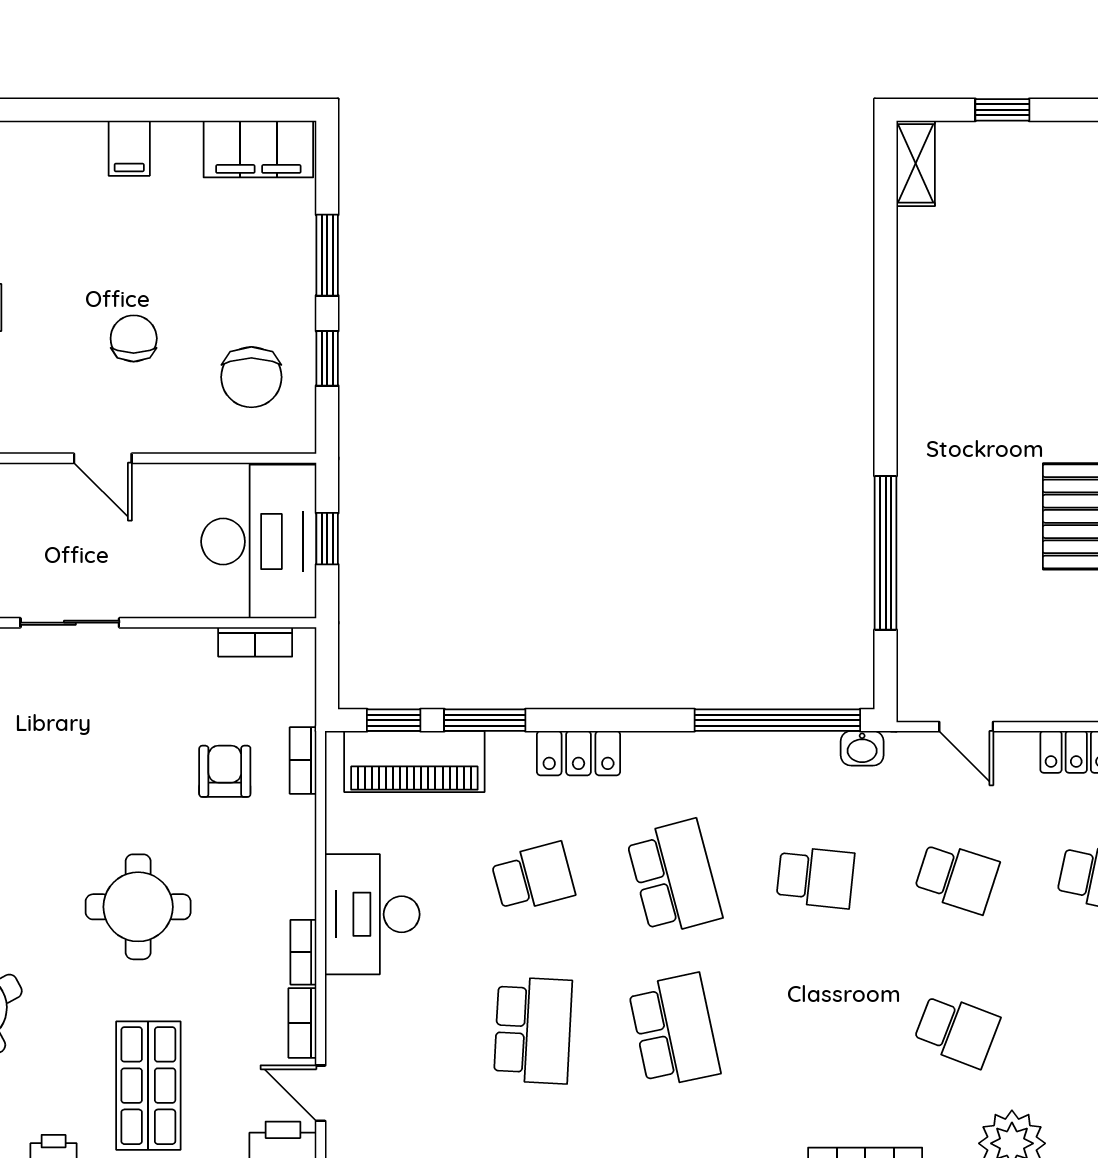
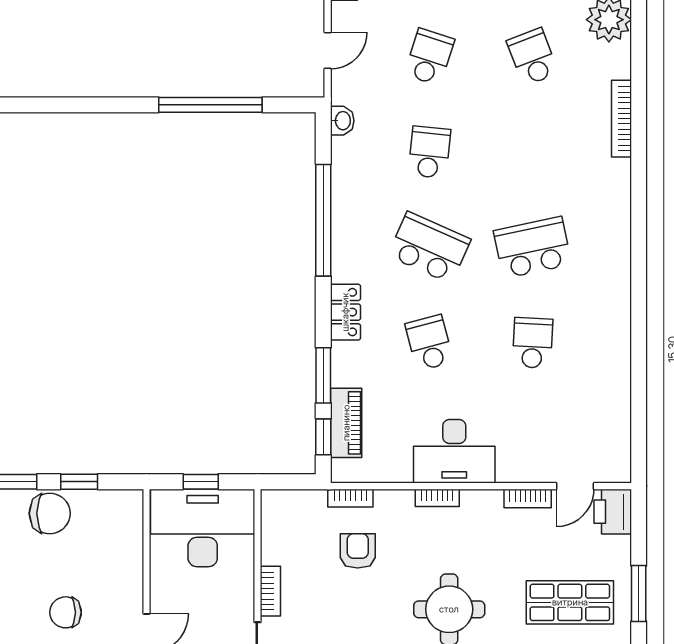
chair: (251, 377) -> (50, 513), moved
bookcase: (255, 642) -> (270, 591), moved
window: (777, 720) -> (323, 220), moved
piano: (414, 762) -> (346, 423), width x0.73, depth x0.75
armchair: (225, 771) -> (358, 551), turned 90
school desk: (674, 877) -> (429, 248), turned 39
bookcase: (303, 952) -> (437, 498), moved
school desk: (533, 1030) -> (533, 343), width x0.54
school desk: (957, 1030) -> (533, 57), turned -42

